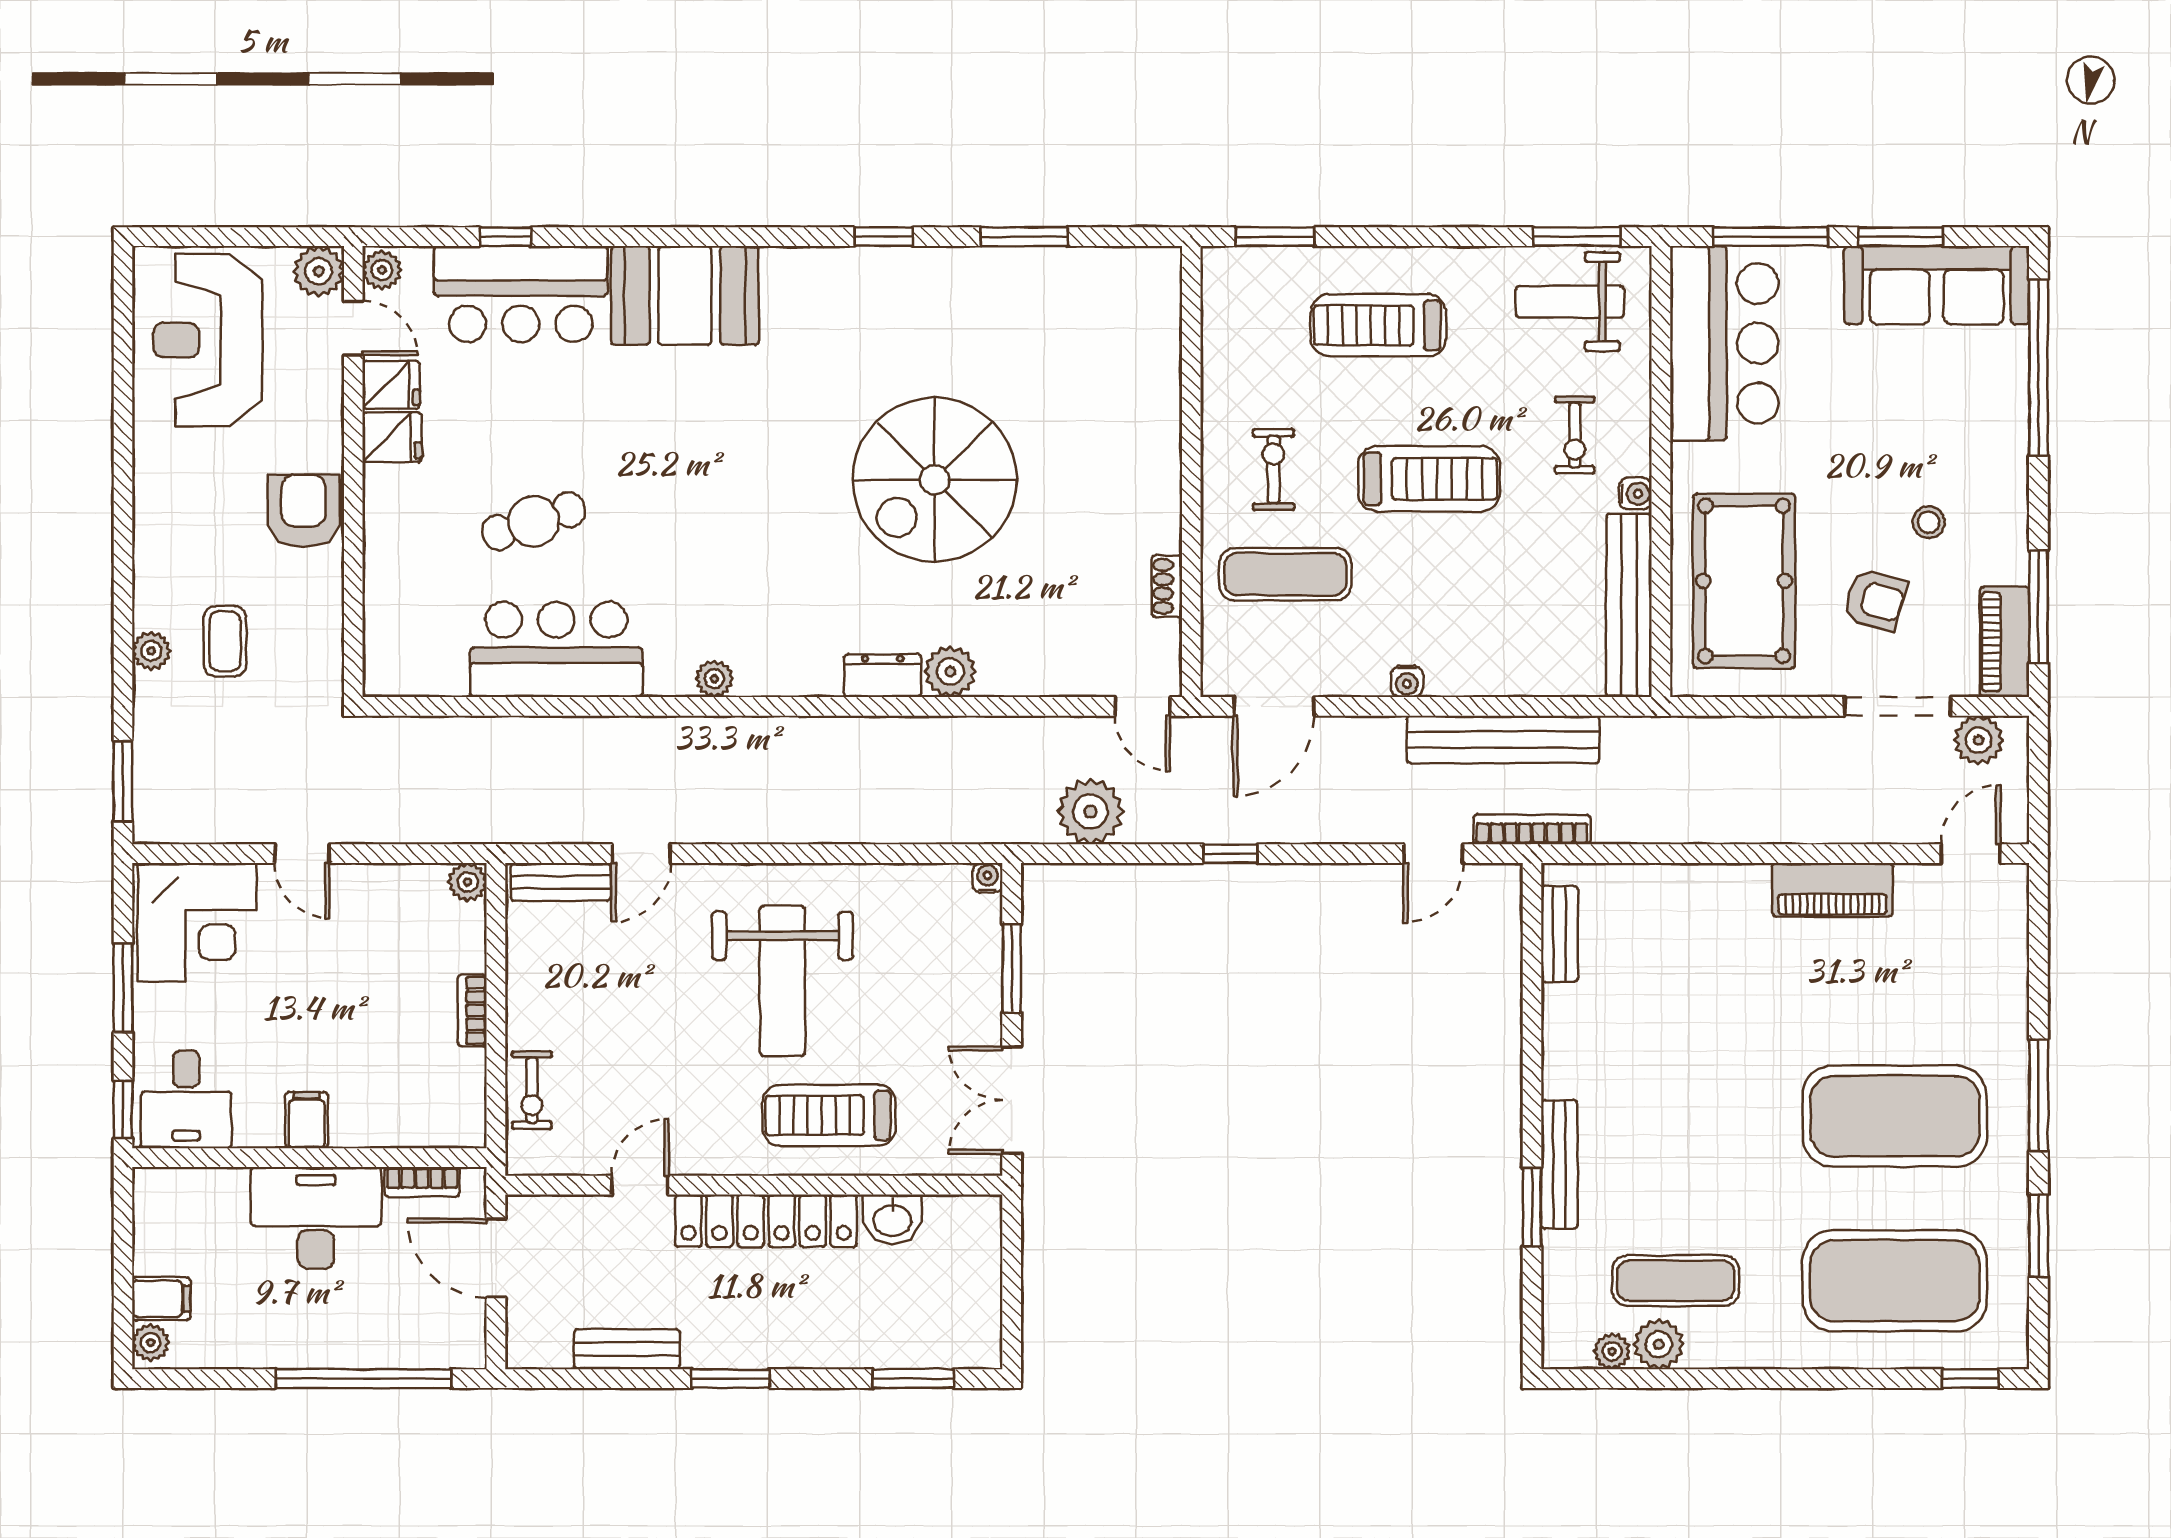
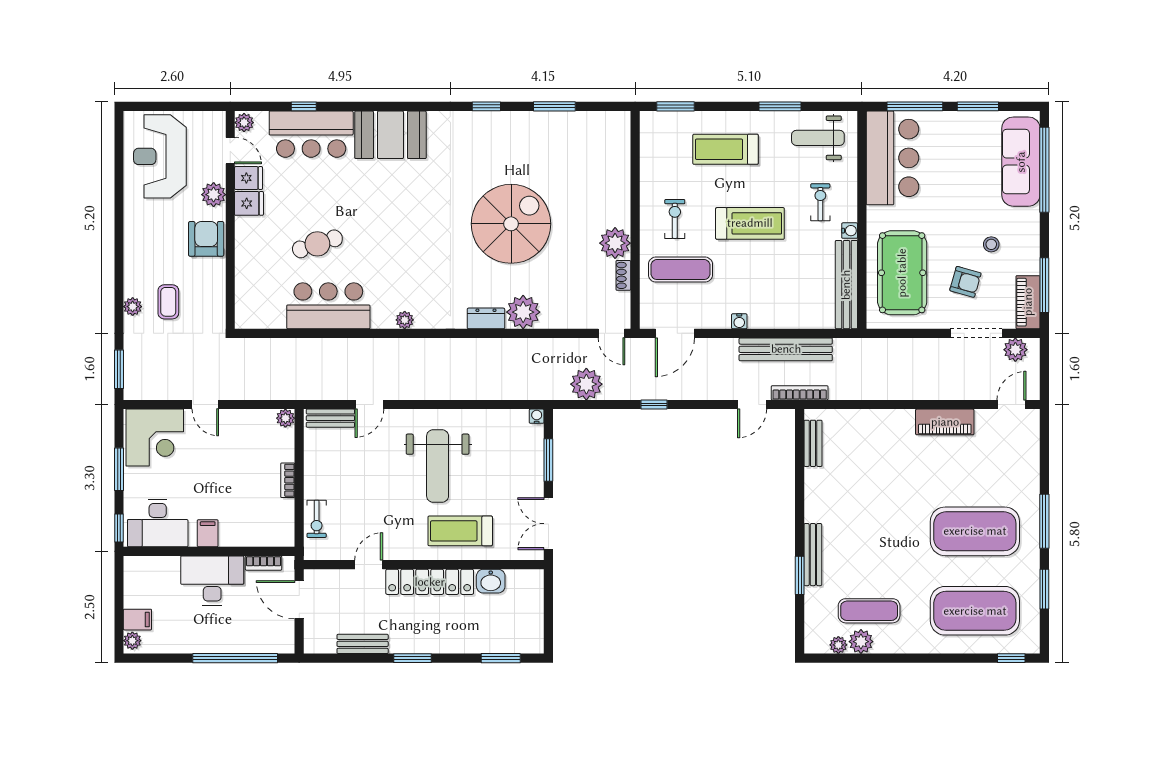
window: (1577, 237) -> (780, 106), moved
plant: (319, 271) -> (214, 195), moved
sofa: (1937, 285) -> (1021, 162), moved, turned 90
exercise bike: (1575, 435) -> (820, 202), turned 180
spiral stairs: (934, 480) -> (511, 224), turned 180
plant: (1150, 519) -> (615, 243), added
plant: (950, 672) -> (523, 312), width x1.36, depth x1.36
desk: (186, 1099) -> (158, 523), width x1.37

